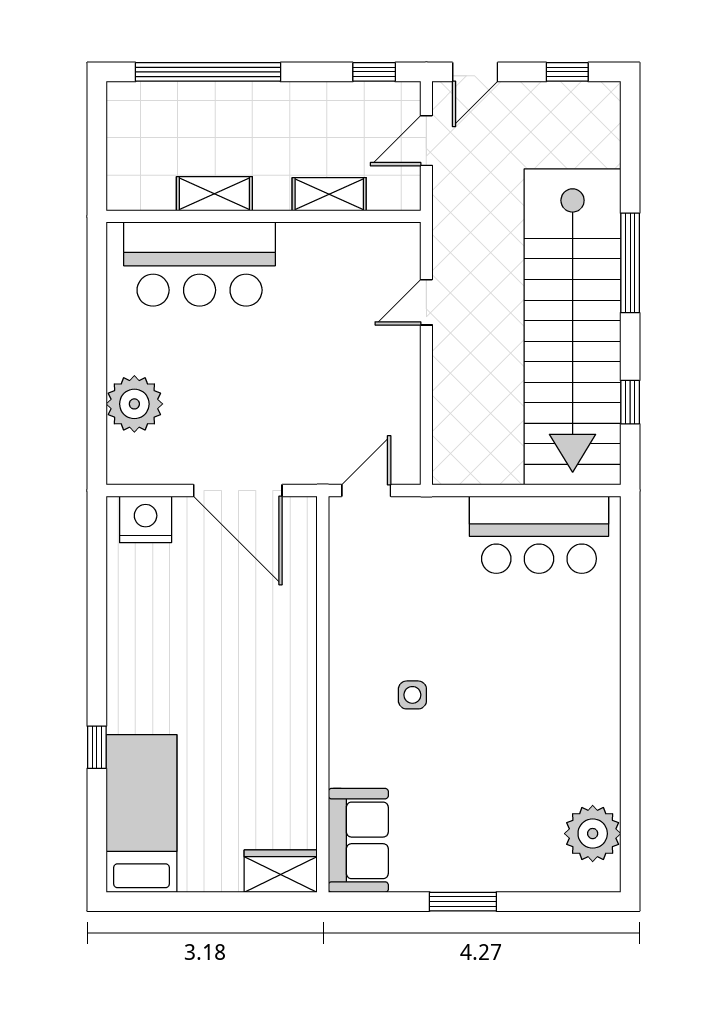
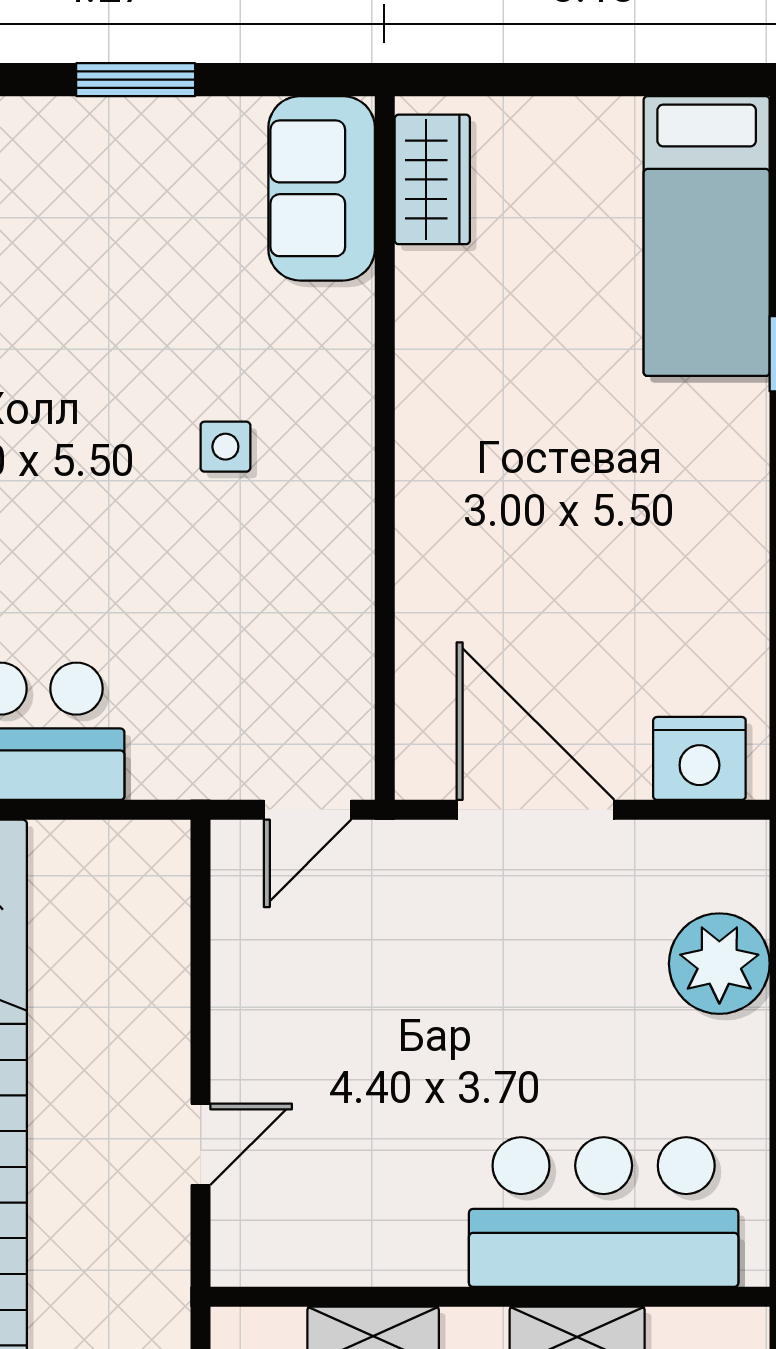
wardrobe: (281, 871) -> (432, 179), moved, turned -90

